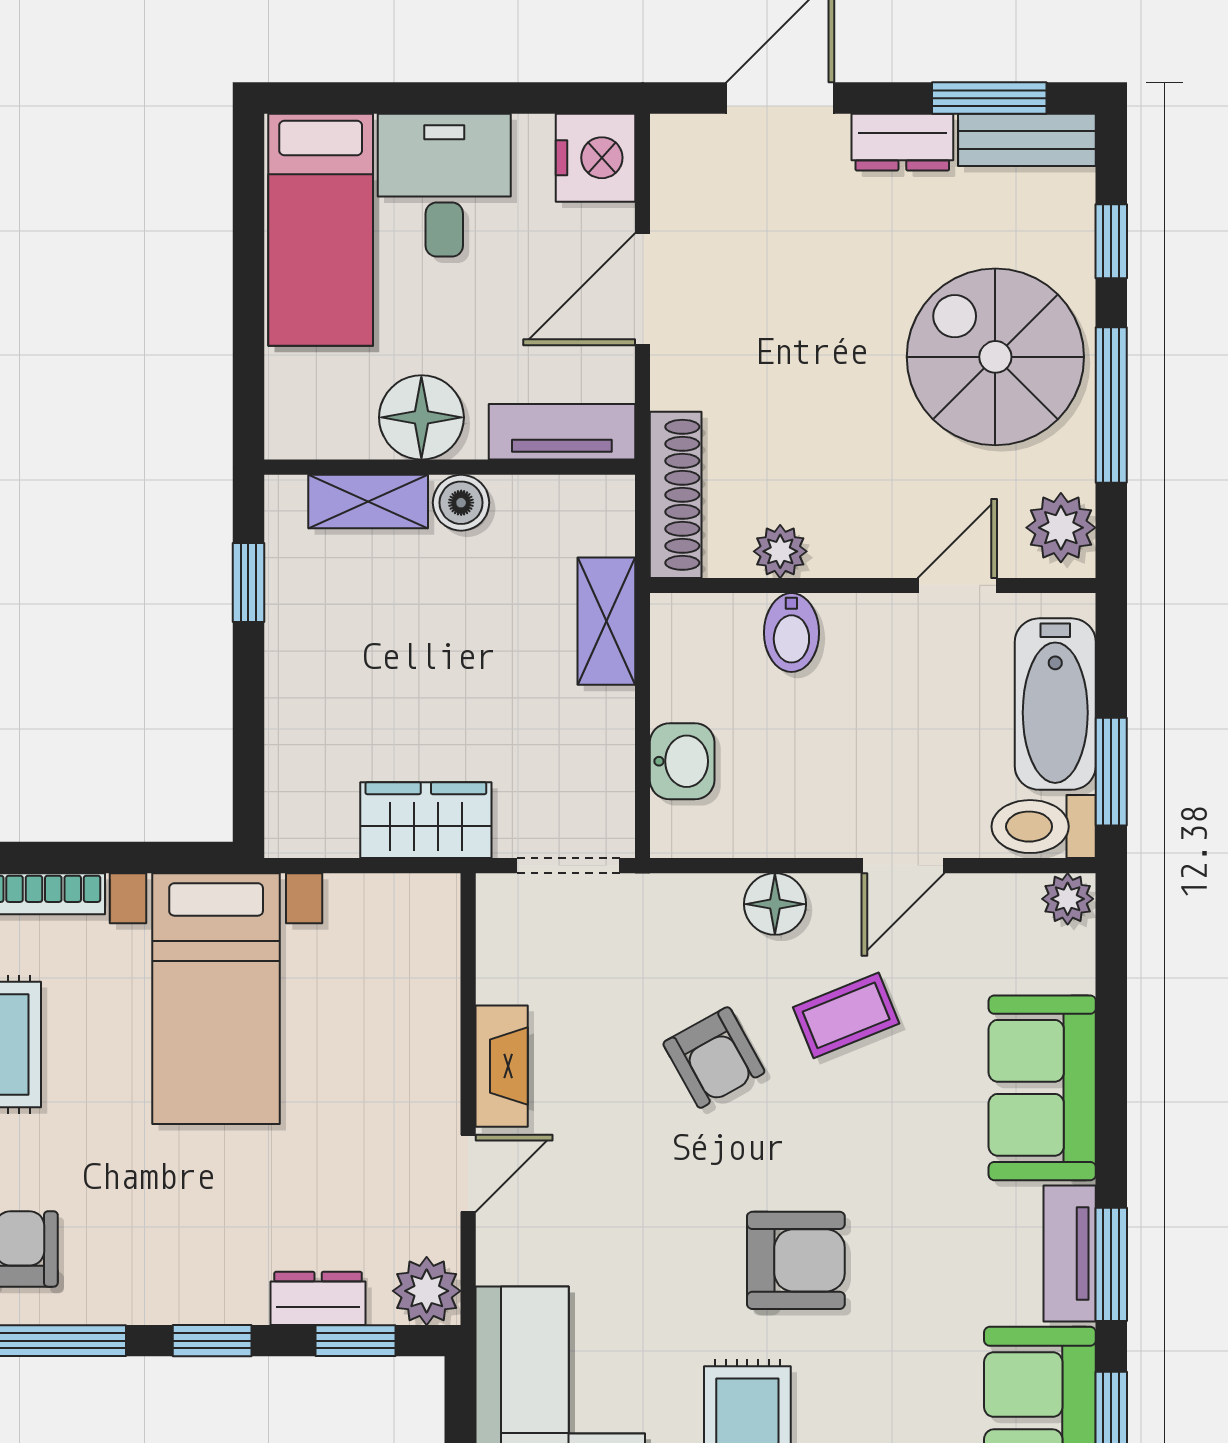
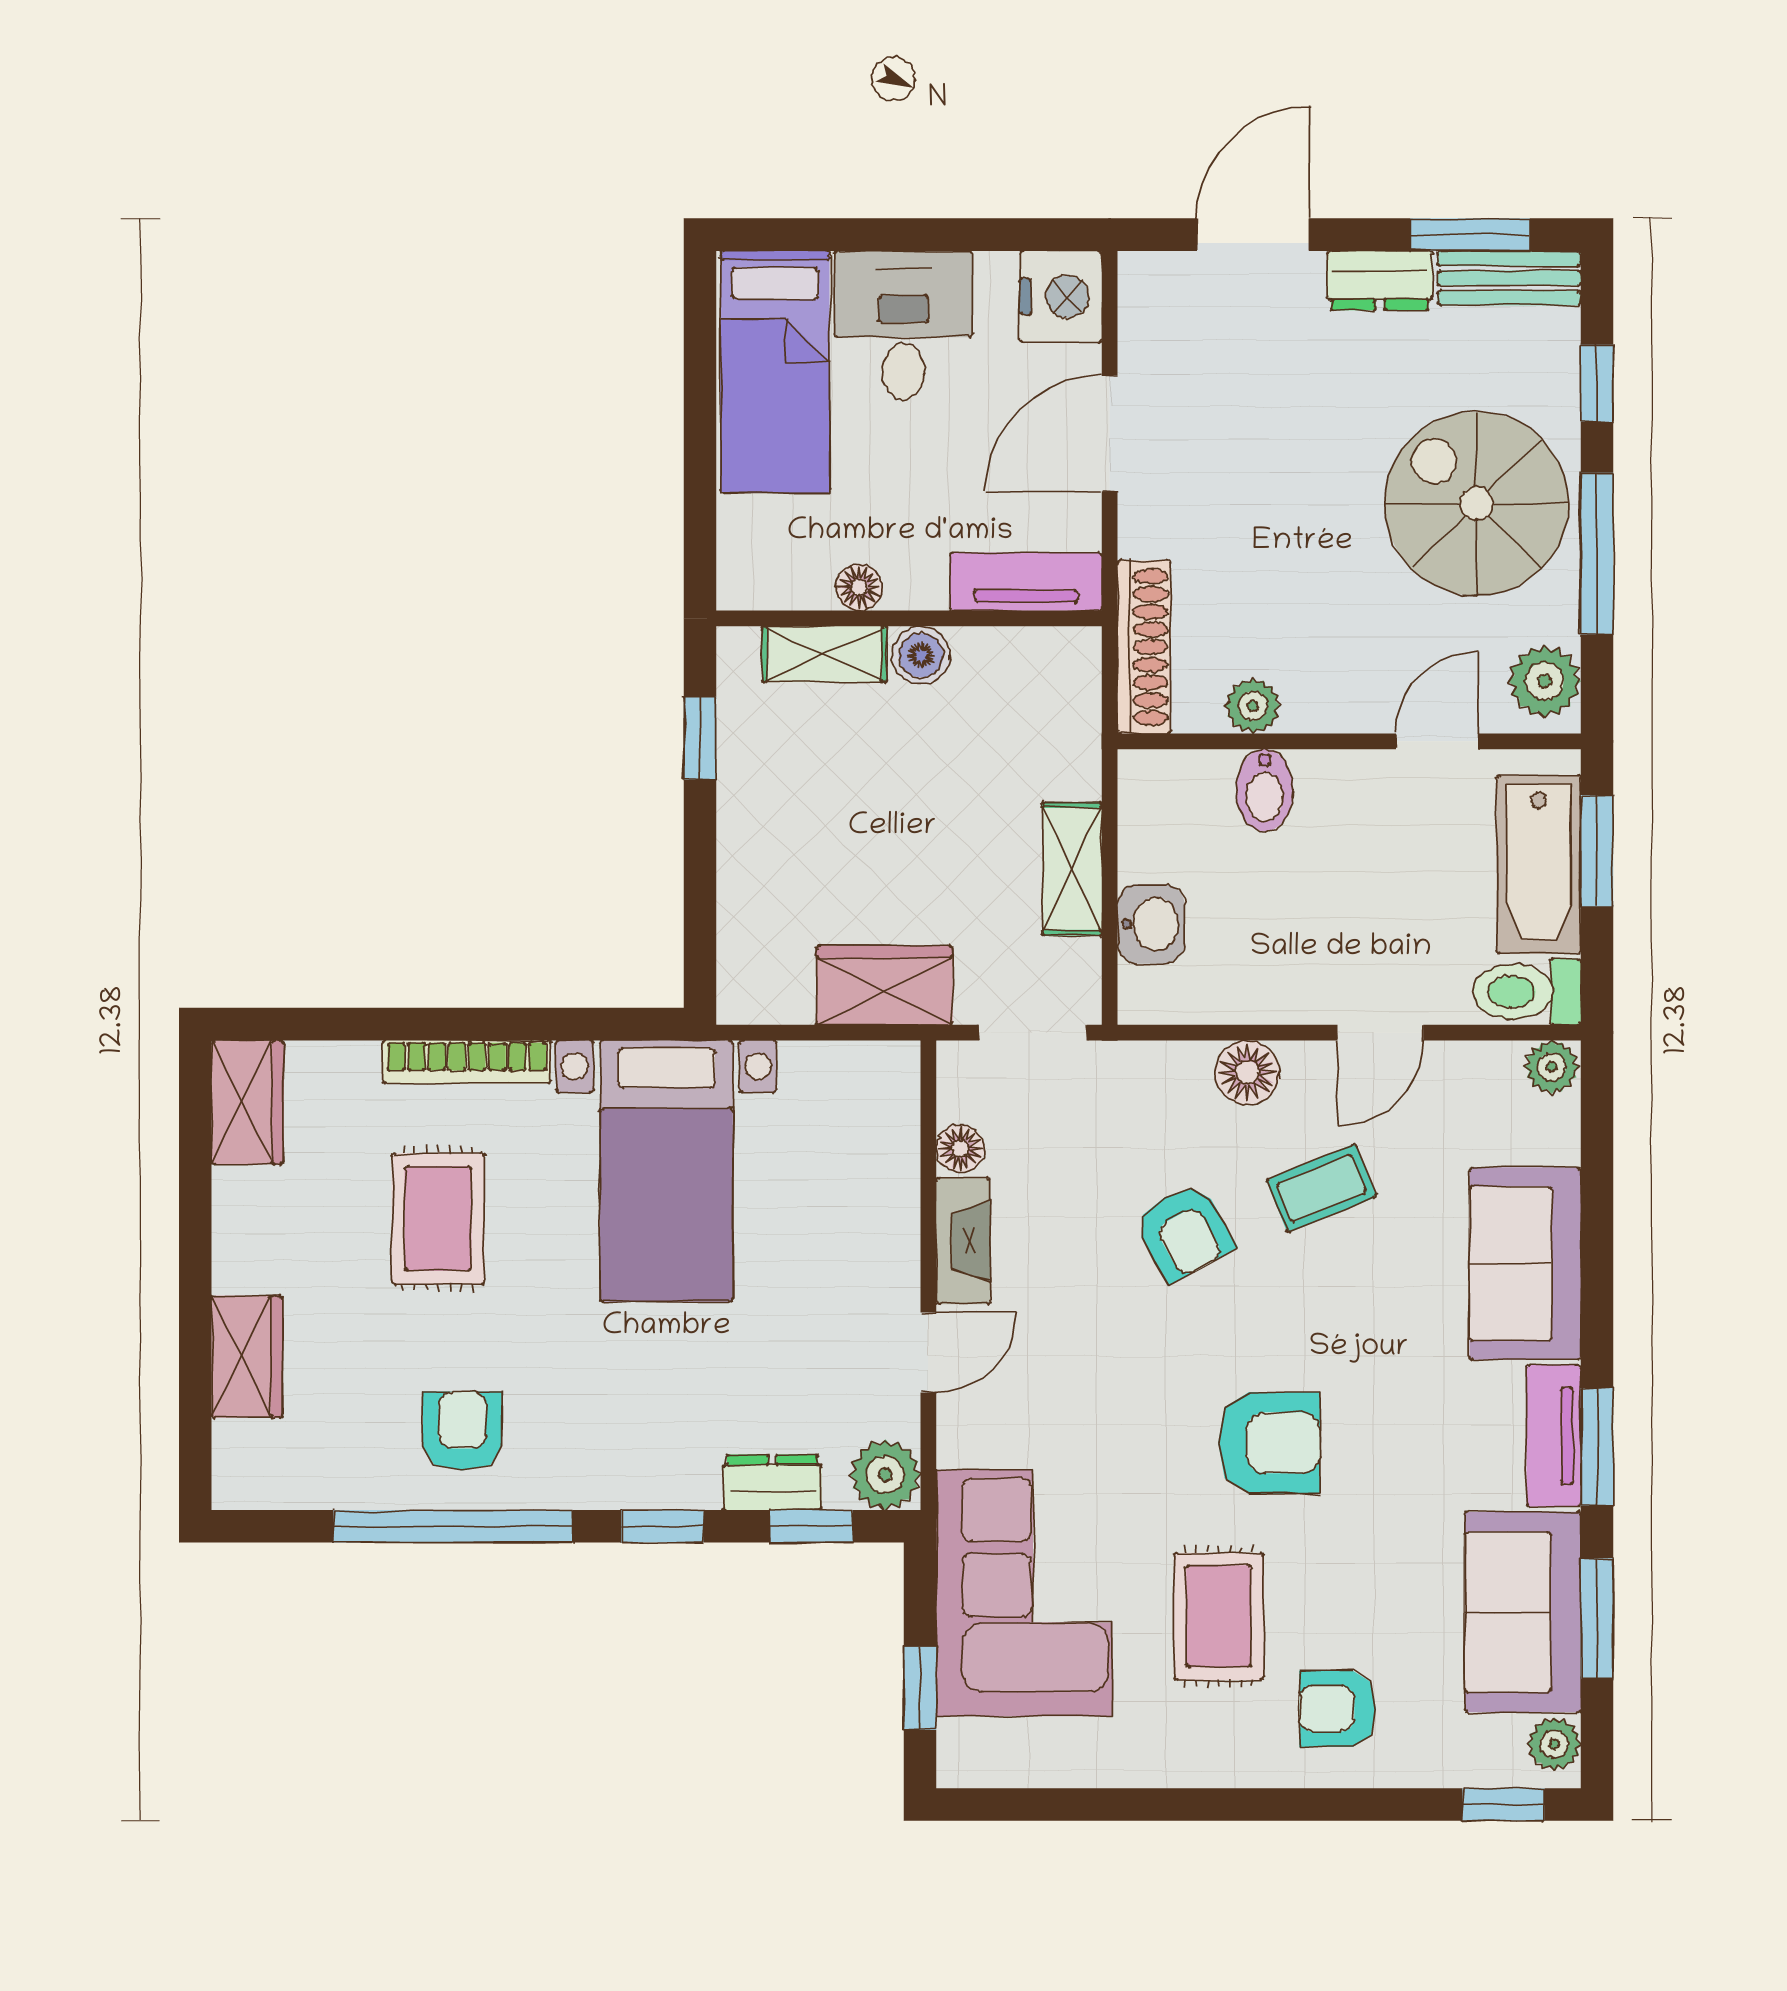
floor lamp: (421, 417) -> (859, 587), width x0.53, depth x0.53
shelving: (606, 621) -> (1072, 869), moved
window: (1111, 772) -> (1597, 851), moved
floor lamp: (499, 977) -> (960, 1149), added

